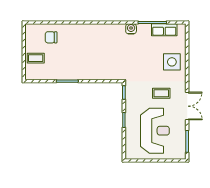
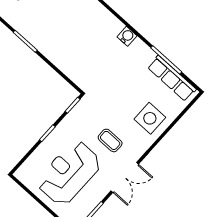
water cooler: (131, 29) -> (127, 36), moved
row of seats: (164, 30) -> (172, 78), width x1.48
reception desk: (155, 131) -> (69, 173), turned 180

